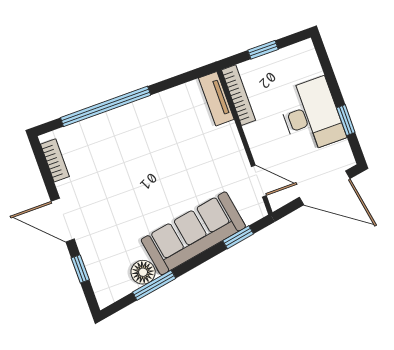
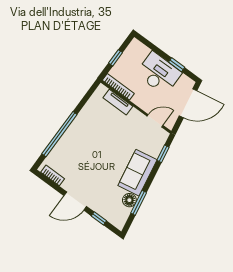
tv unit: (216, 99) -> (118, 102), moved
sofa: (193, 233) -> (137, 173), width x0.73

